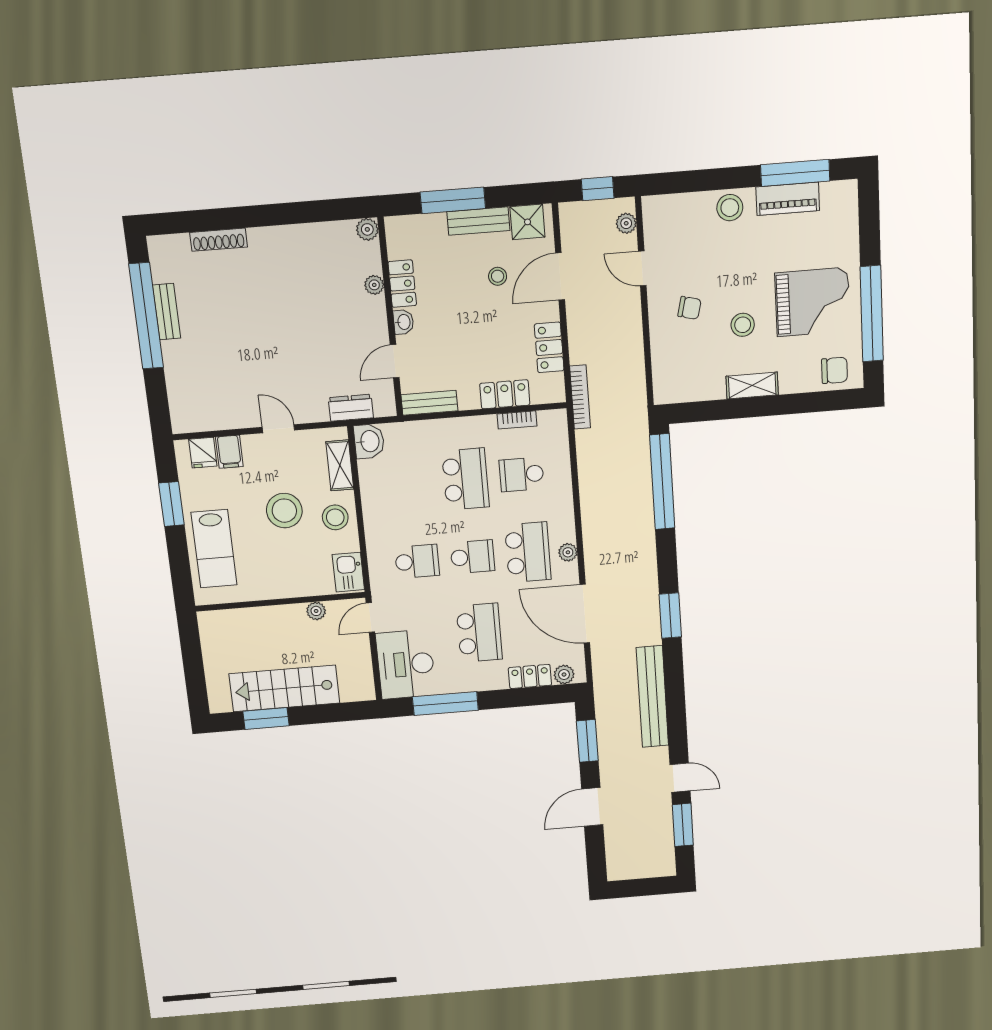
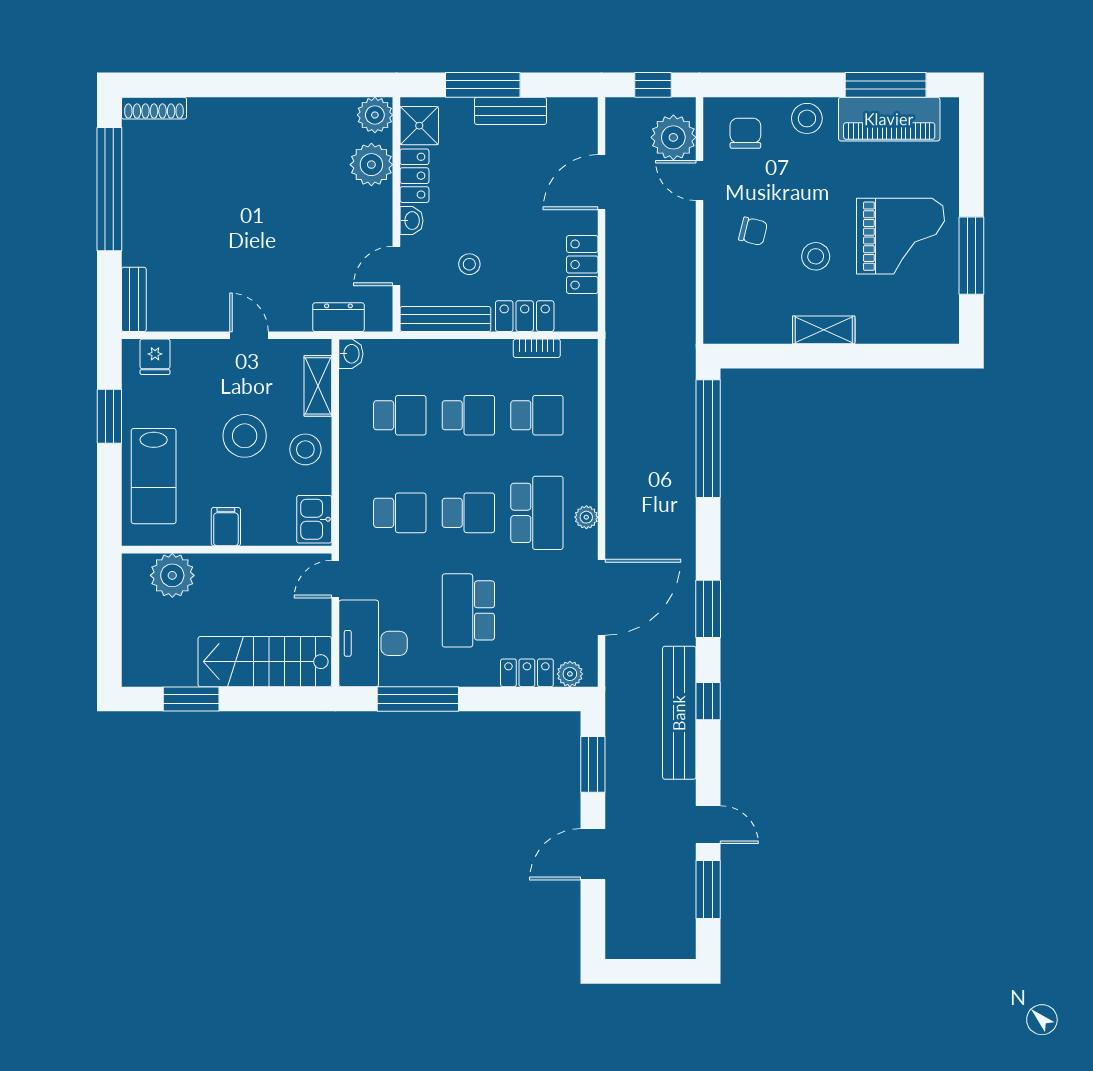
piano: (788, 199) -> (889, 119), width x1.37, depth x1.33
shower: (528, 222) -> (419, 126), moved
plant: (626, 223) -> (673, 137), width x1.87, depth x1.87
plant: (367, 229) -> (375, 115), width x1.38, depth x1.38
shoe rack: (218, 240) -> (154, 108), moved
stool: (498, 276) -> (469, 264), moved
plant: (374, 285) -> (371, 165), width x1.88, depth x1.88
bench: (167, 312) -> (134, 299), moved
window: (872, 314) -> (971, 256), width x0.68
chair: (835, 370) -> (745, 133), moved, turned -90
bookcase: (580, 397) -> (615, 327), removed
bench: (429, 403) -> (445, 319), width x1.36
washbasin: (369, 441) -> (351, 354), width x0.72, depth x0.69
filing cabinet: (229, 452) -> (226, 527), moved, turned 180
school desk: (522, 474) -> (537, 415), turned 180
school desk: (465, 479) -> (468, 415), width x0.54
school desk: (409, 484) -> (400, 415), added
plant: (316, 611) -> (172, 575), moved, width x1.88, depth x1.88
door: (585, 614) -> (602, 597), swing flipped
school desk: (479, 633) -> (468, 610), turned 180
window: (674, 686) -> (708, 701), added
stairs: (284, 688) -> (265, 662), moved

